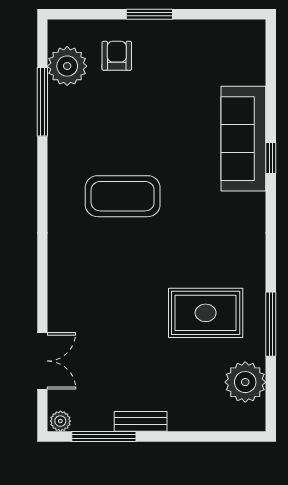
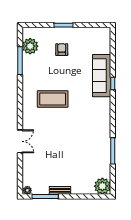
armchair: (117, 56) -> (62, 50), moved
rug: (206, 313) -> (86, 146), removed
double door: (42, 361) -> (20, 141), moved
plant: (245, 382) -> (102, 186), moved

